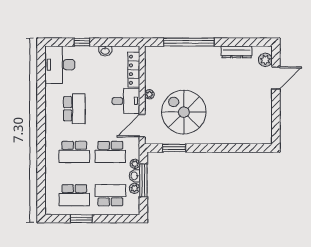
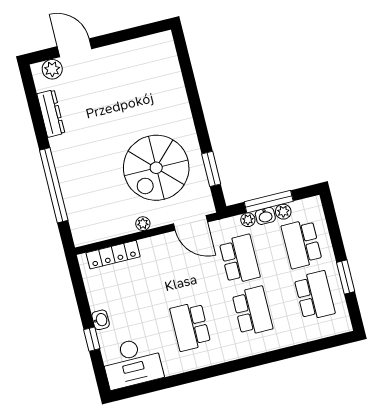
washbasin: (105, 51) -> (101, 320), moved
desk: (126, 101) -> (161, 255), removed
school desk: (74, 109) -> (190, 326), turned -90

